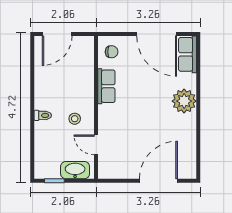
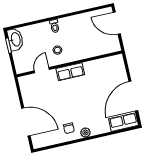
chair: (112, 52) -> (69, 128), moved
row of seats: (106, 86) -> (70, 72), moved
plant: (184, 101) -> (85, 133), width x0.53, depth x0.53
washbasin: (75, 170) -> (15, 39), moved

